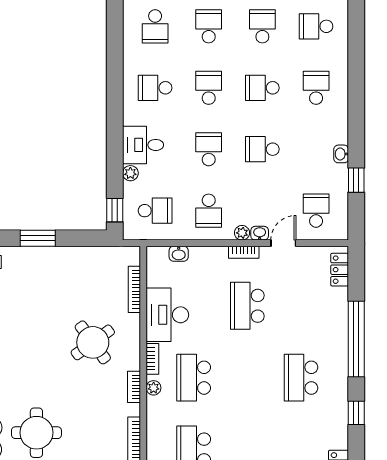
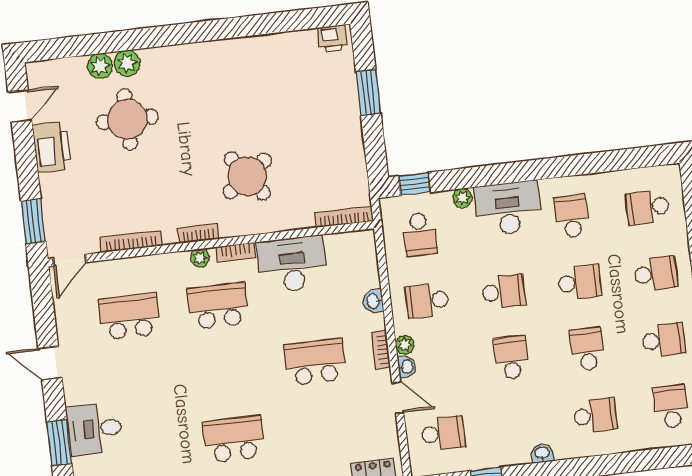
desk: (143, 145) -> (508, 209), width x1.37
washbasin: (341, 154) -> (542, 453), moved
washbasin: (179, 254) -> (373, 301), moved
bookcase: (134, 289) -> (344, 217), moved

